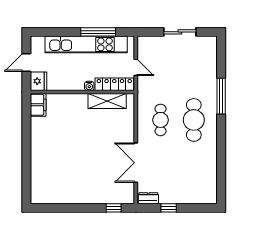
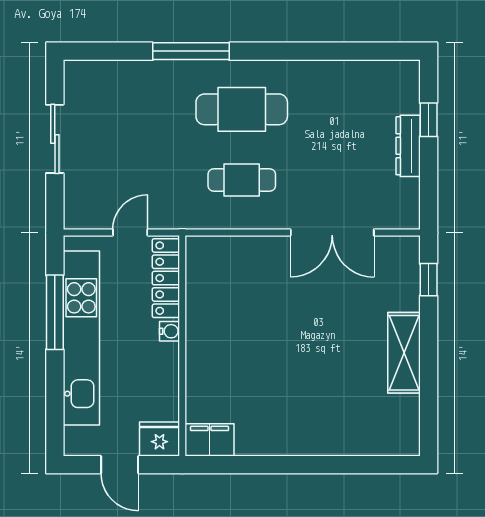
shelving: (107, 101) -> (404, 353), moved
dresser: (148, 198) -> (408, 146), moved, width x1.44
window: (169, 208) -> (429, 120), moved

